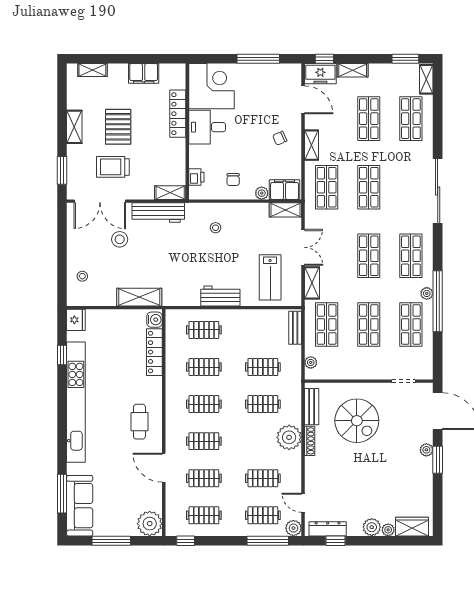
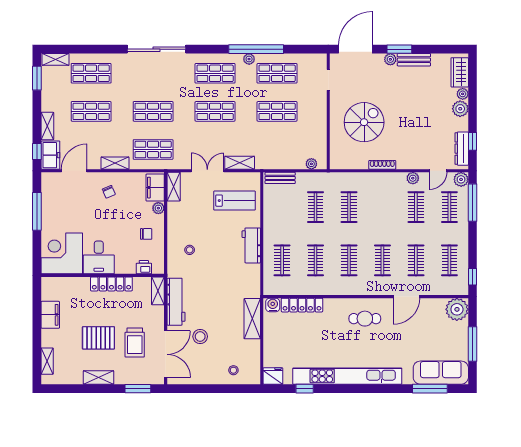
locker: (178, 114) -> (111, 284), moved
shop shelf: (327, 324) -> (277, 149), removed
bench: (312, 407) -> (414, 60), moved
plant: (289, 437) -> (413, 178), moved, width x0.53, depth x0.53

